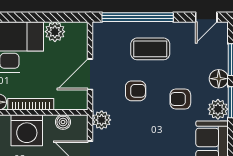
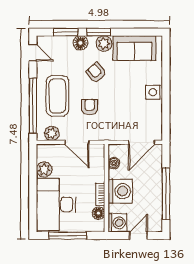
coffee table: (150, 49) -> (57, 96), width x1.36, depth x1.32
armchair: (180, 99) -> (96, 73), turned 140
bookcase: (31, 104) -> (100, 194), width x0.64
plant: (102, 120) -> (52, 133), moved

